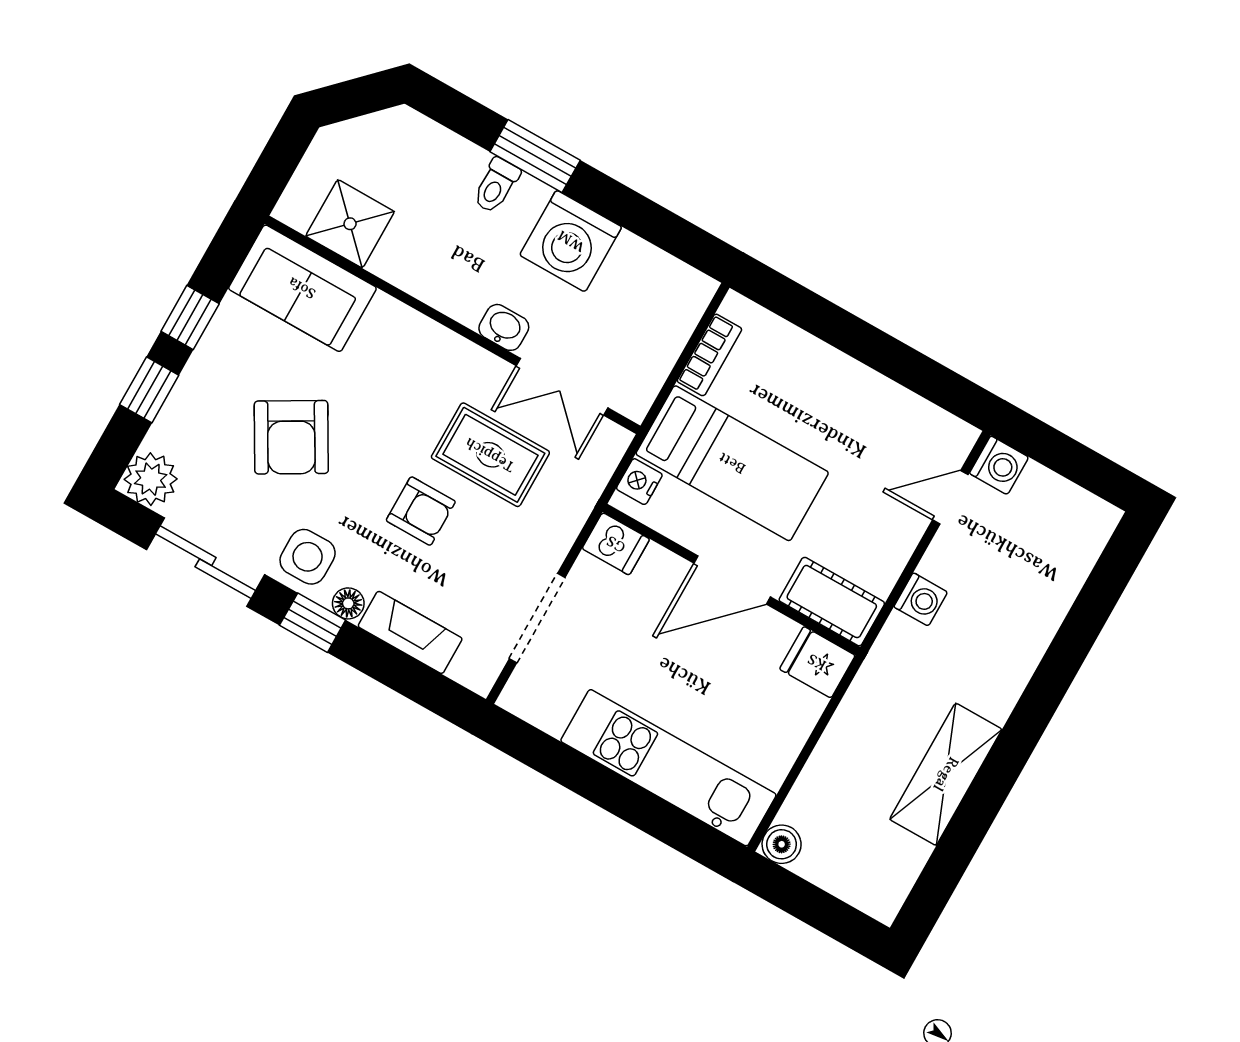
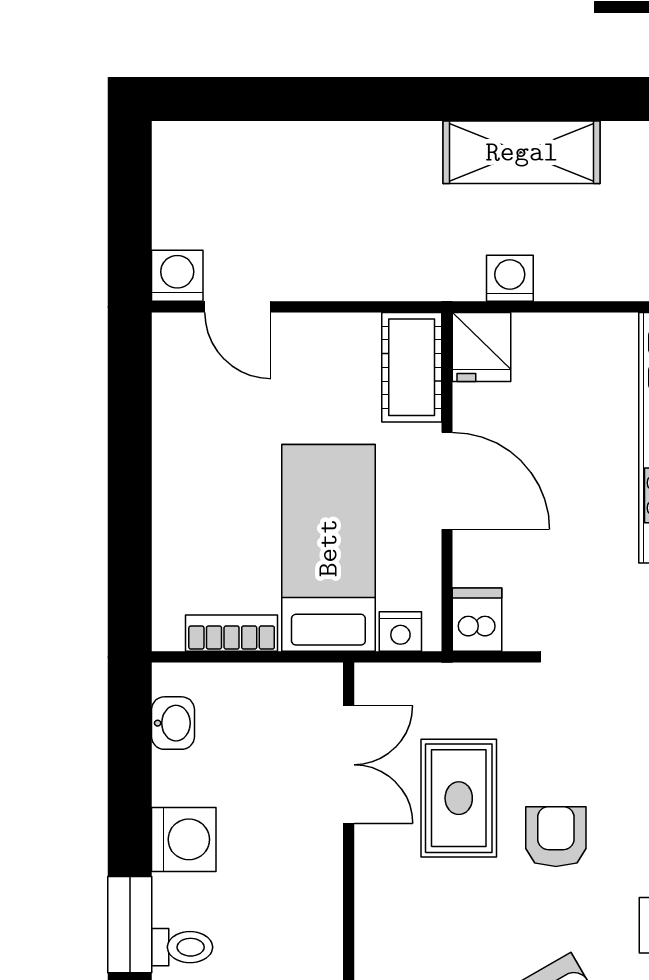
washing machine: (571, 241) -> (184, 839), width x0.73, depth x0.73
washbasin: (504, 327) -> (173, 723), moved, turned 180
washing machine: (921, 599) -> (510, 278), moved

